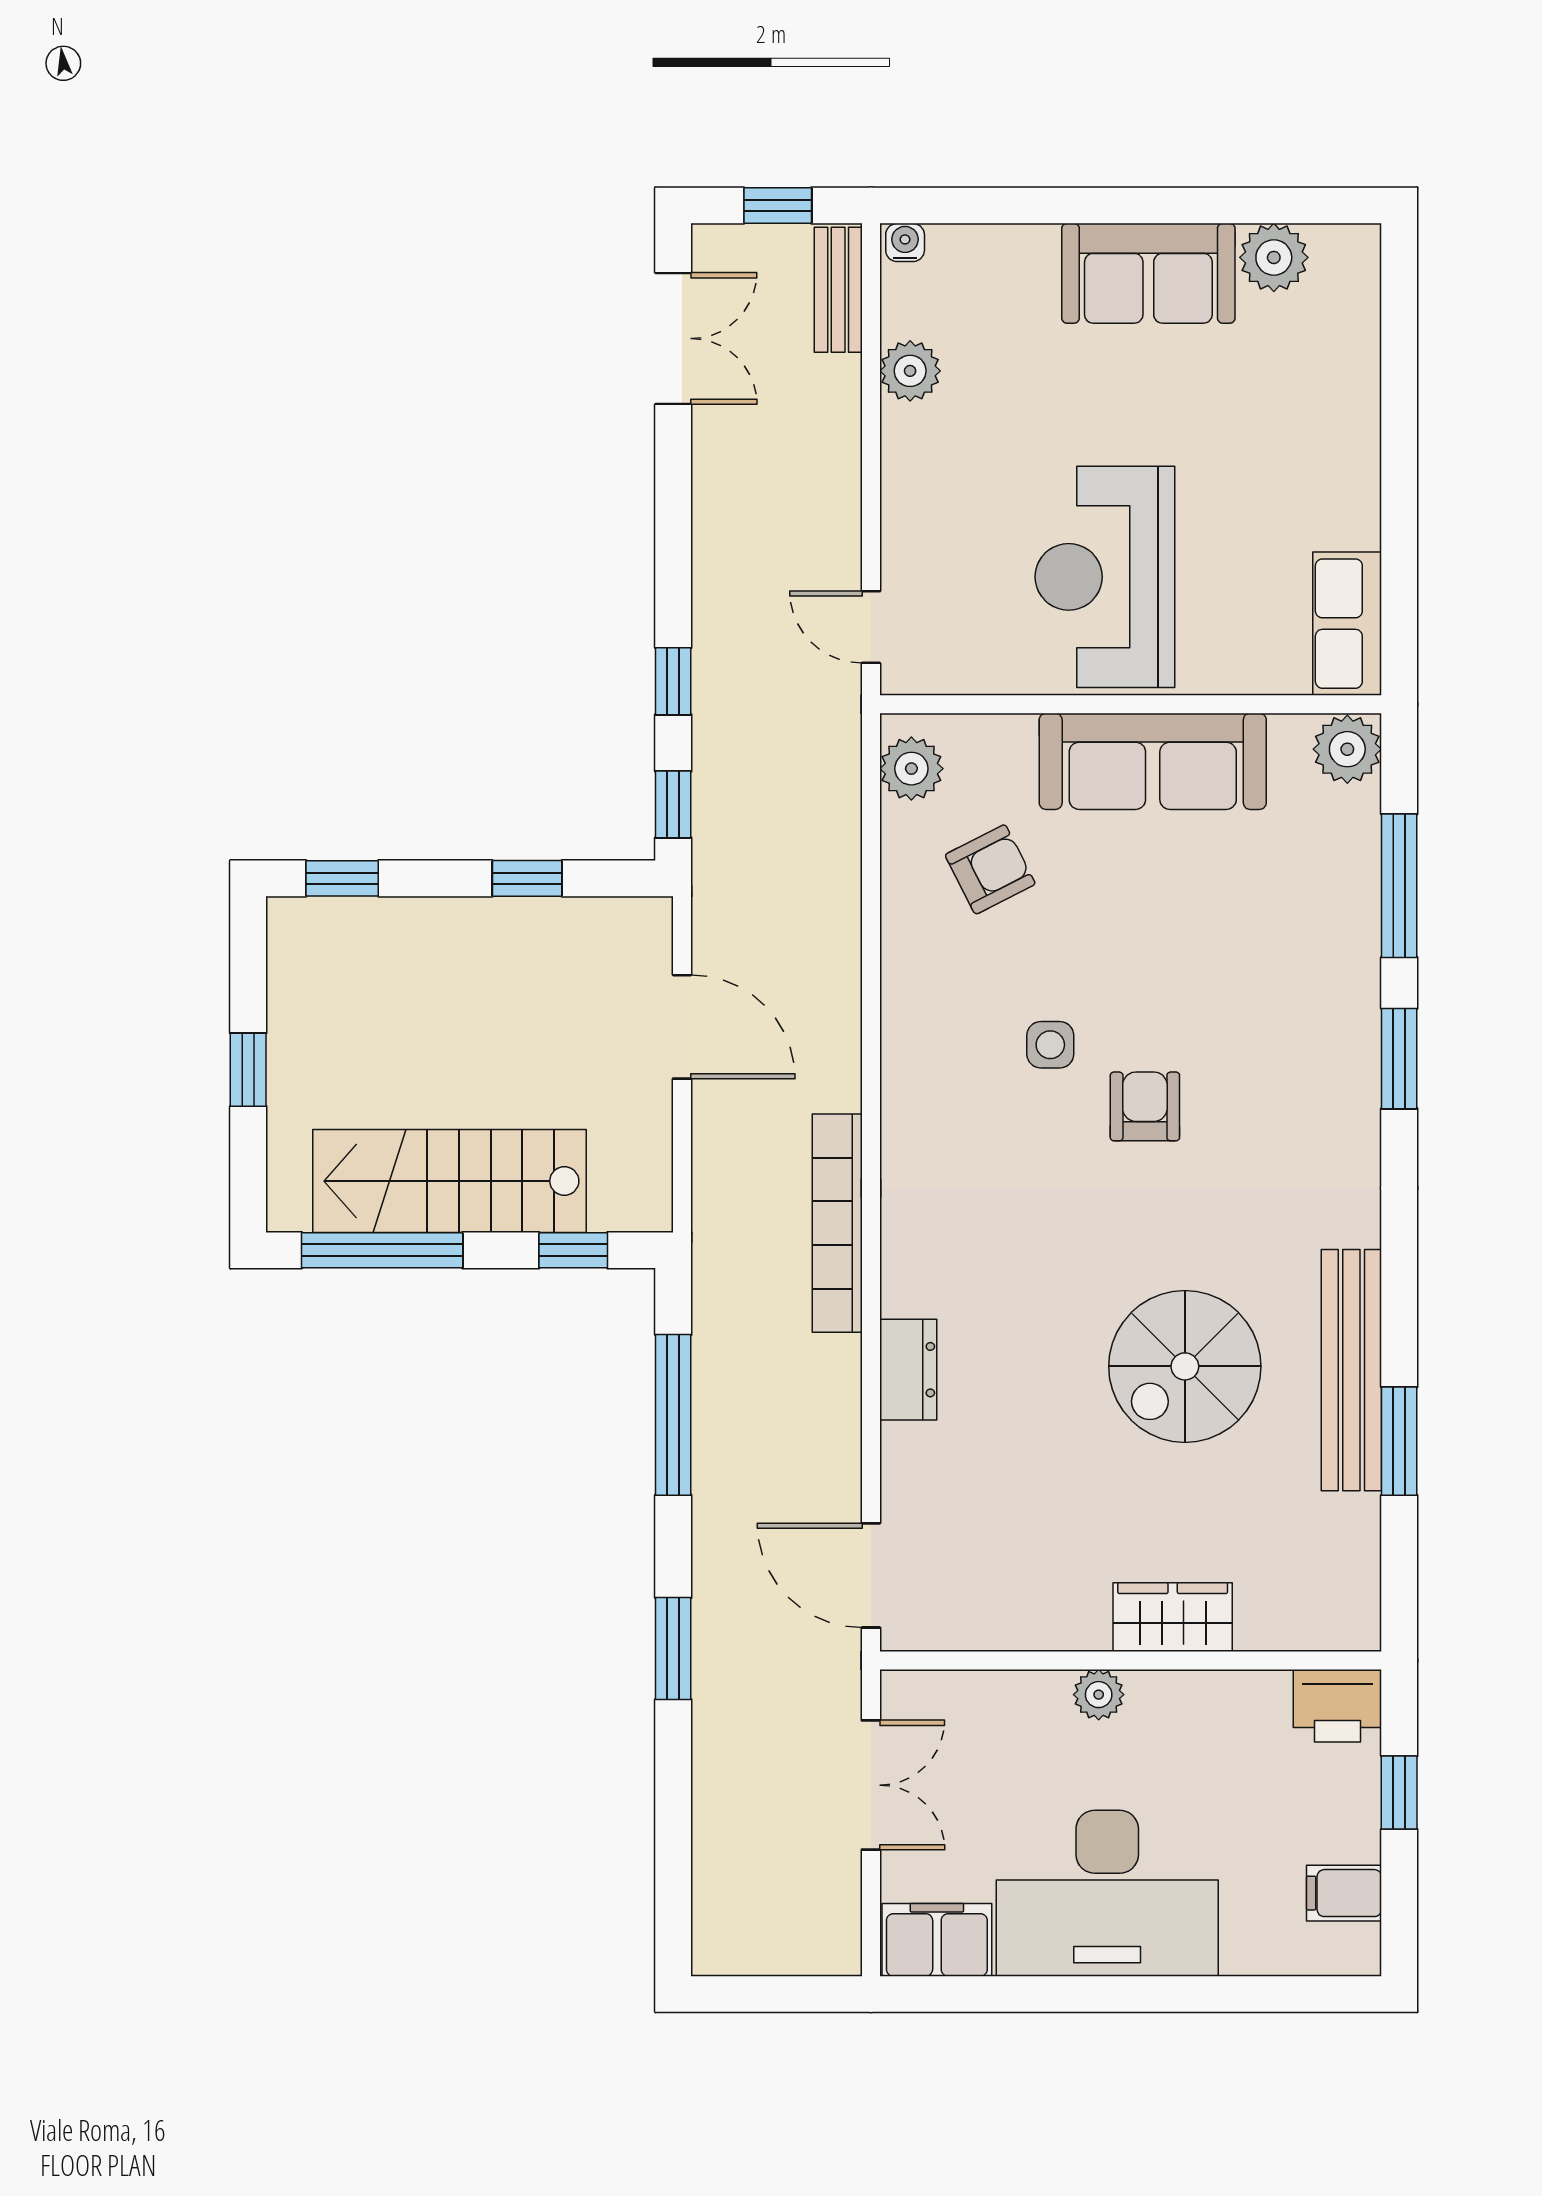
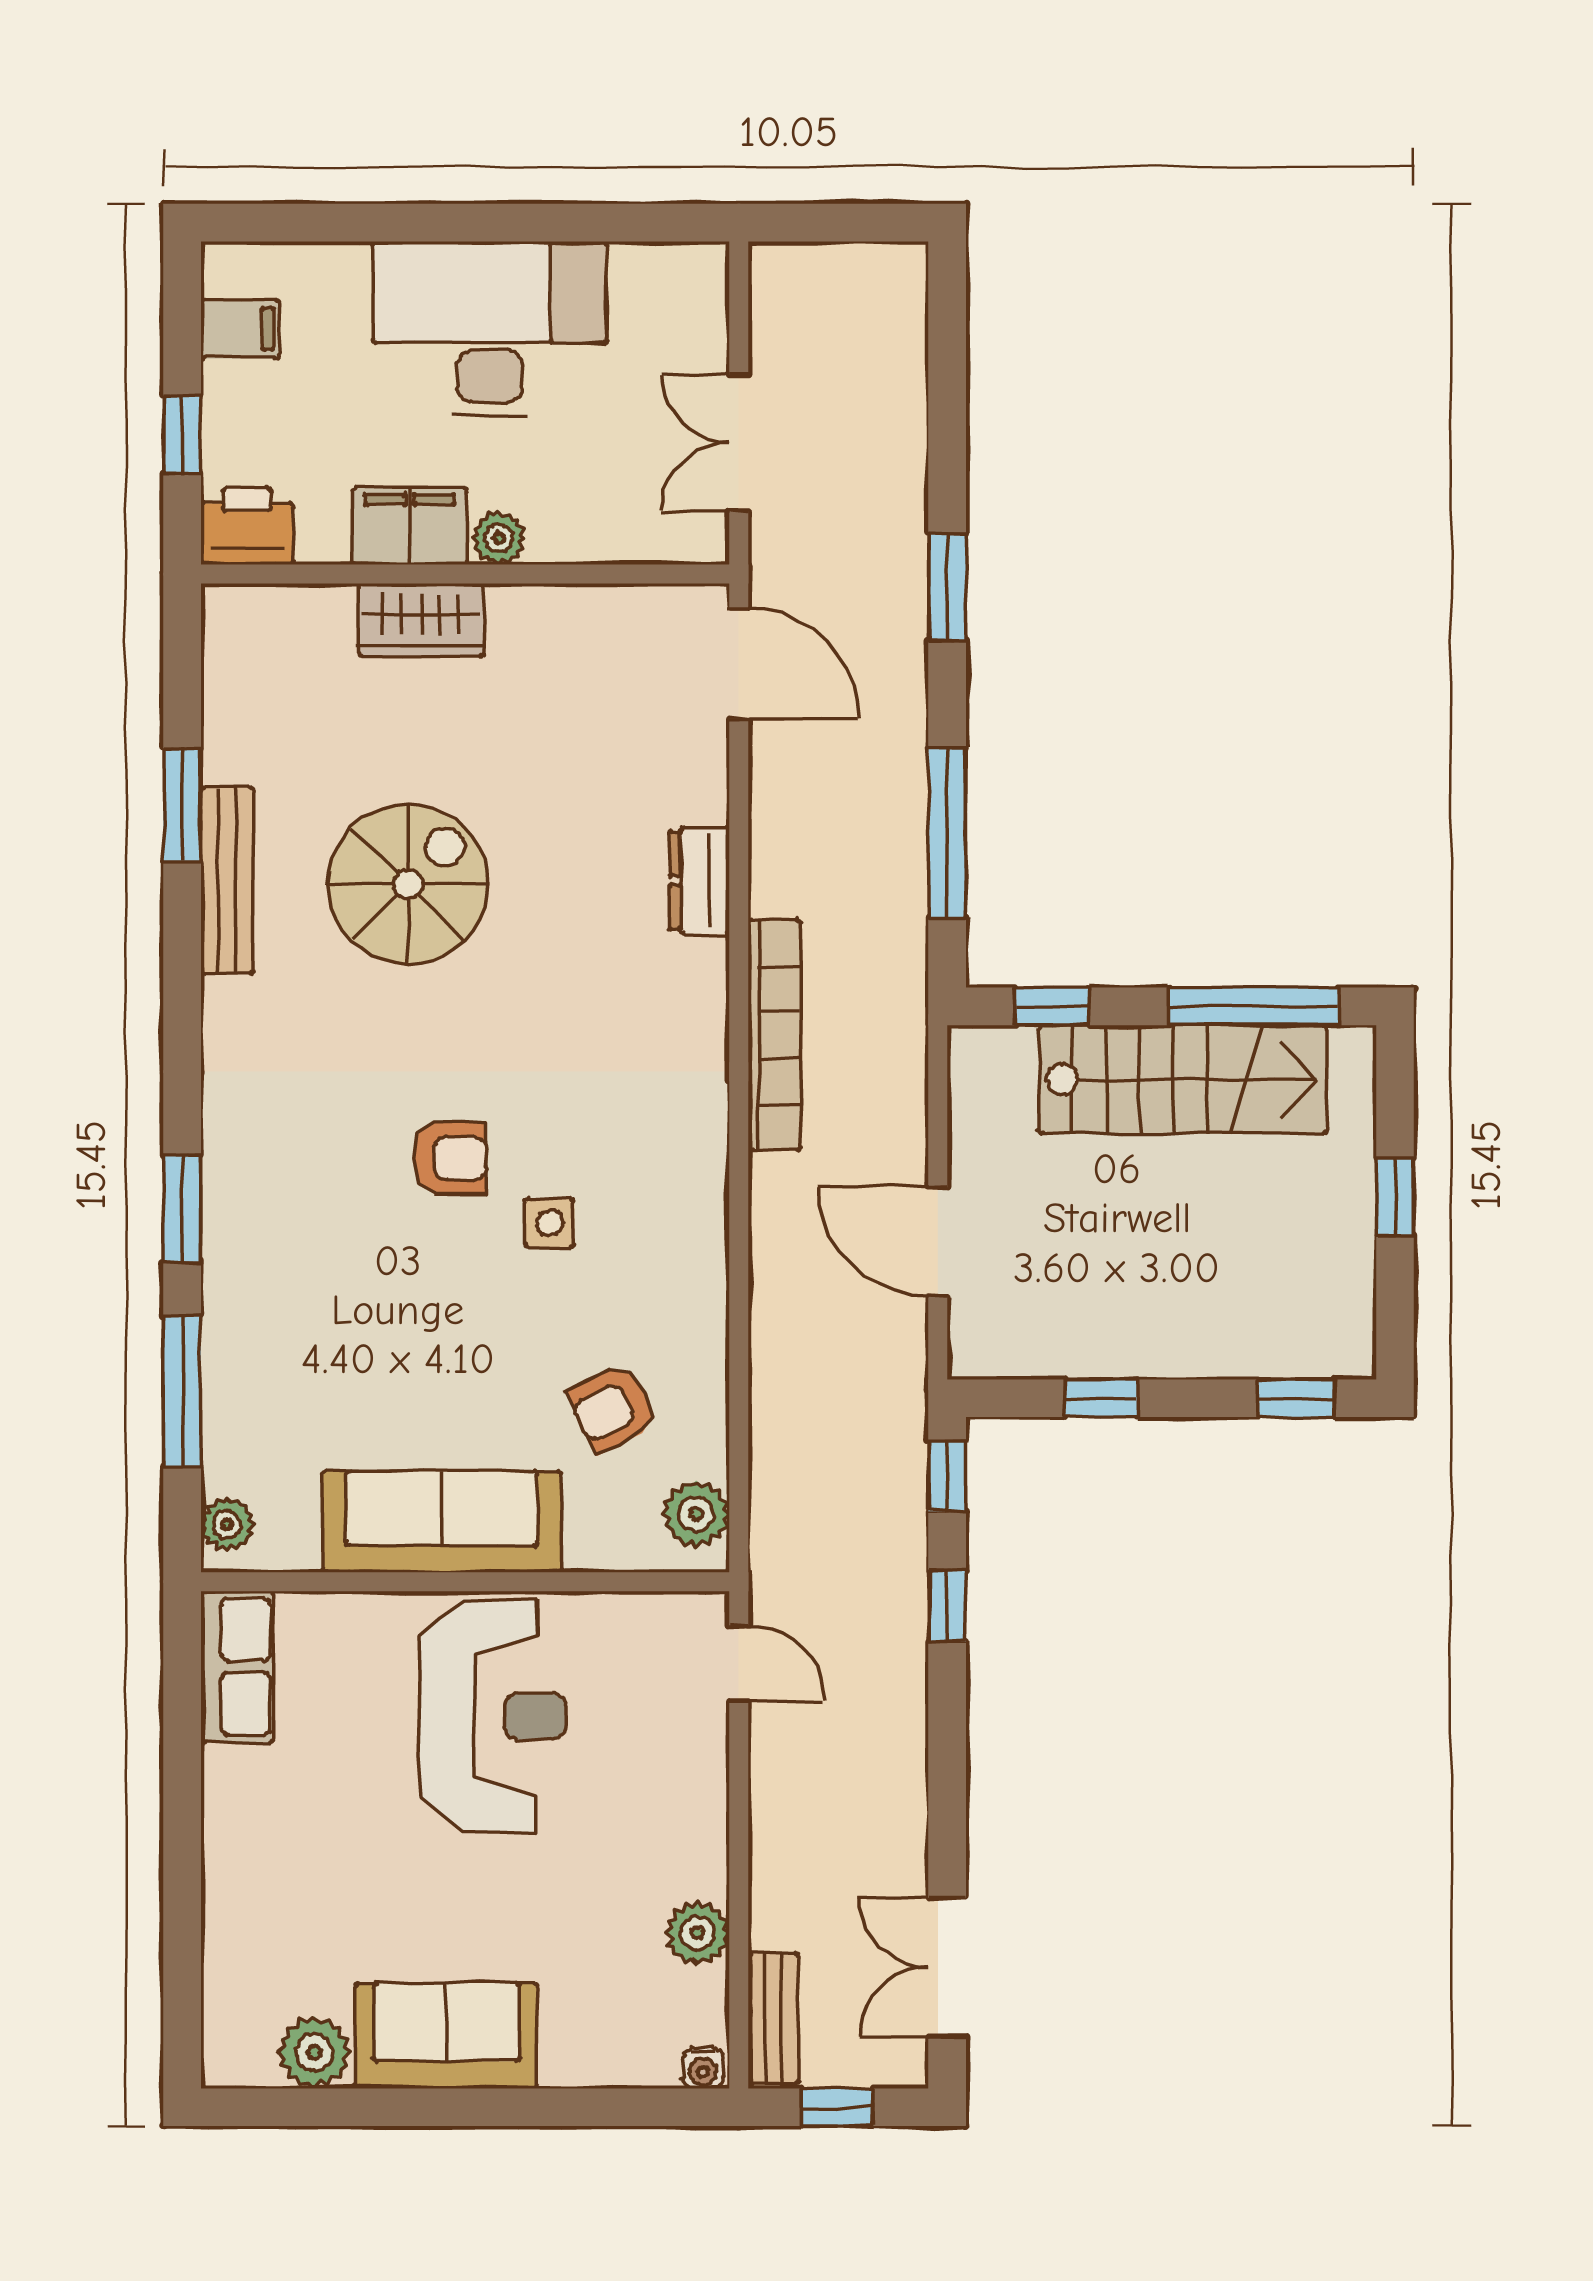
plant: (1347, 749) -> (227, 1525), width x0.73, depth x0.73
armchair: (1145, 1106) -> (450, 1158), turned -90
bench: (1351, 1370) -> (227, 880), width x0.73, depth x0.82
filing cabinet: (937, 1940) -> (410, 526), moved, turned 180

